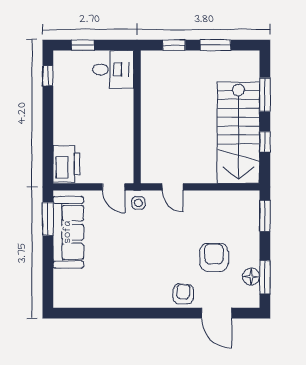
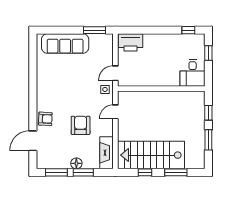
fireplace: (235, 201) -> (106, 153), added
window: (265, 216) -> (83, 172), moved
sofa: (68, 232) -> (65, 44), moved
armchair: (214, 257) -> (81, 125), moved, turned -90
floor lamp: (251, 276) -> (76, 163), moved

